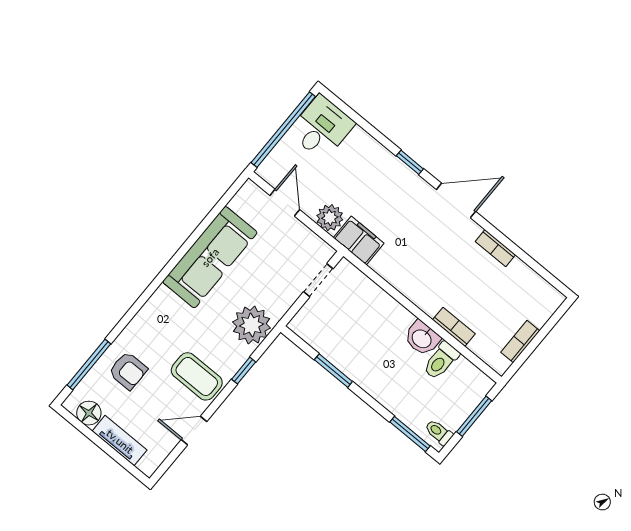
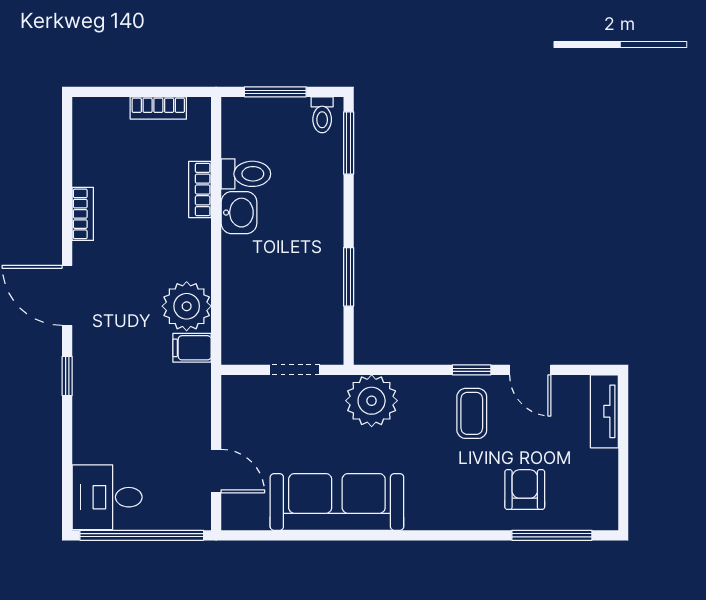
door: (285, 203) -> (216, 471), swing flipped
plant: (330, 218) -> (187, 306), moved, width x1.36, depth x1.36
filing cabinet: (359, 240) -> (192, 348), width x0.50
doorway: (318, 280) -> (295, 370), moved
window: (244, 371) -> (472, 370), moved
coffee table: (197, 376) -> (472, 413), width x0.73, depth x0.77
floor lamp: (89, 413) -> (602, 494), removed
tv unit: (120, 441) -> (604, 411), moved

